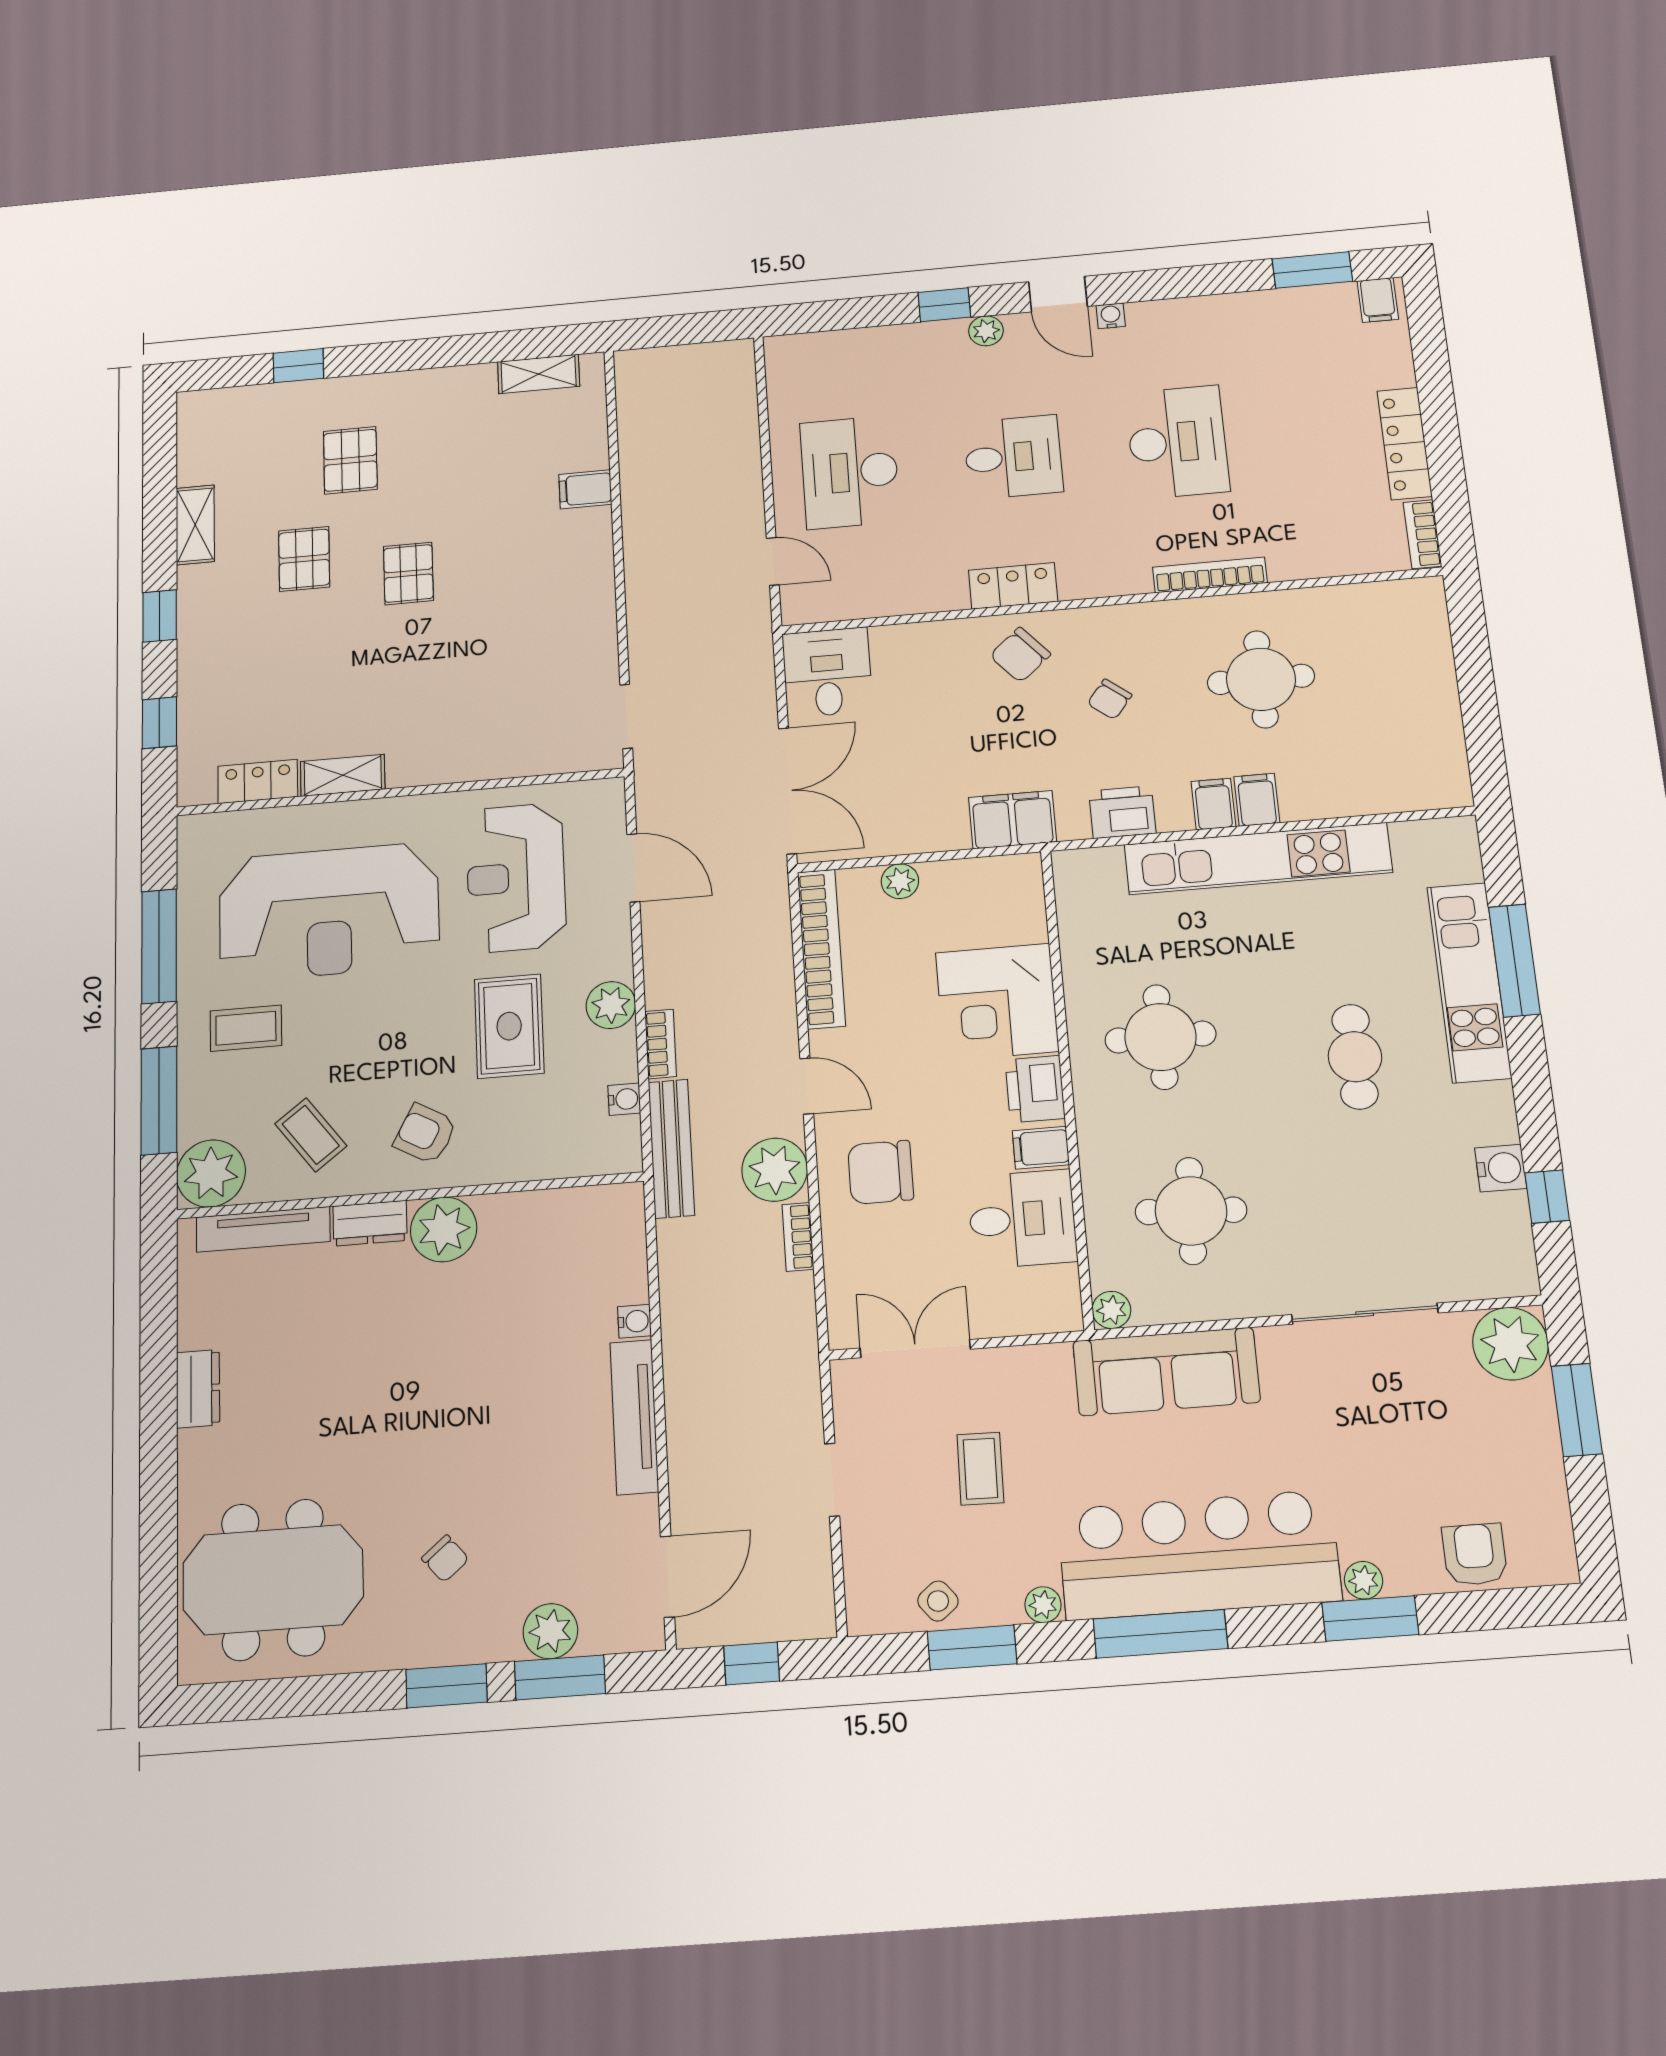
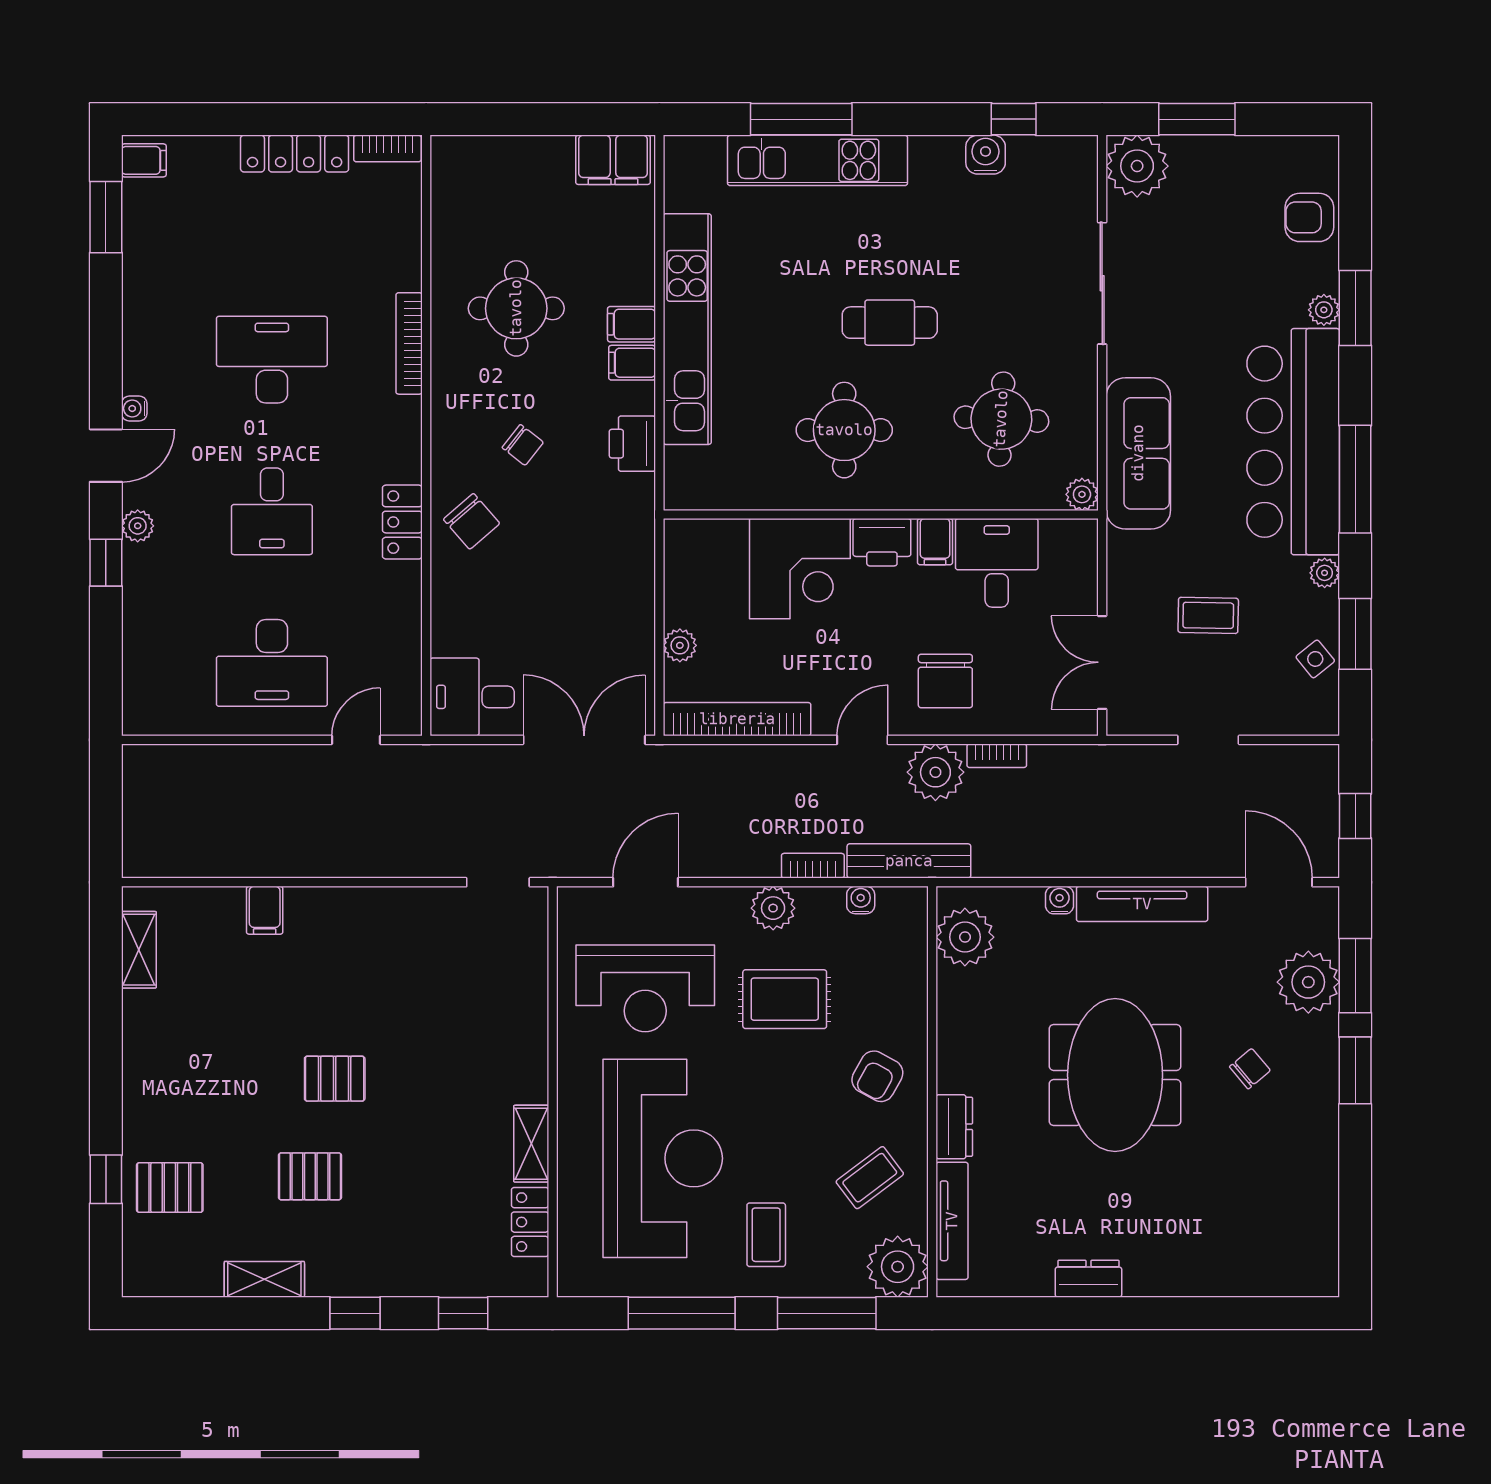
desk: (1013, 457) -> (272, 511), turned 180
pallet: (350, 460) -> (170, 1188), moved
filing cabinet: (1013, 820) -> (613, 160), moved, turned -90
cafe table: (1355, 1057) -> (890, 323), moved
plant: (444, 1229) -> (965, 937), moved
meeting table: (273, 1580) -> (1115, 1075), moved
plant: (550, 1631) -> (1308, 982), width x1.36, depth x1.36

